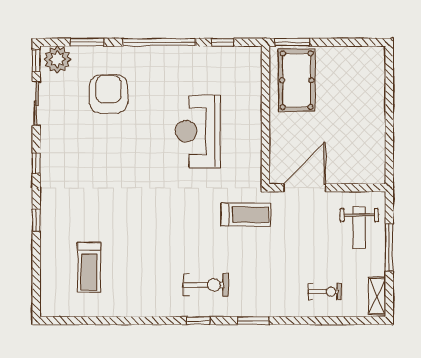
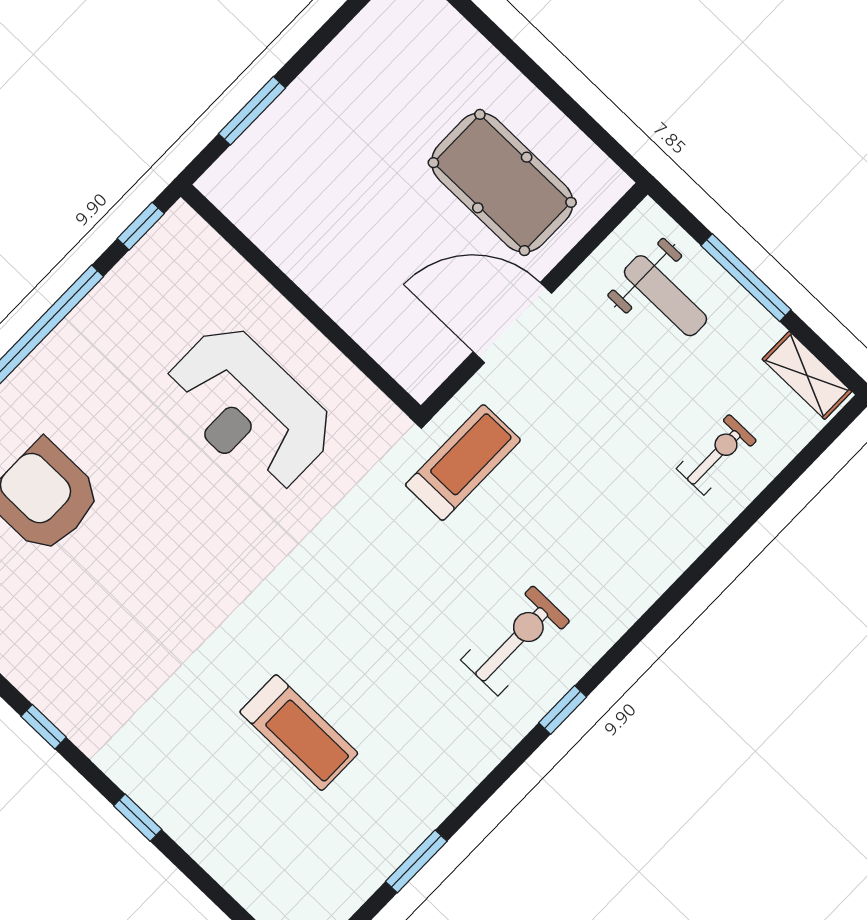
pool table: (297, 80) -> (502, 182), moved
wall: (265, 115) -> (301, 301), moved
door: (304, 188) -> (512, 323), hinge flipped
treadmill: (89, 267) -> (299, 733), moved
window: (253, 321) -> (416, 861), moved

